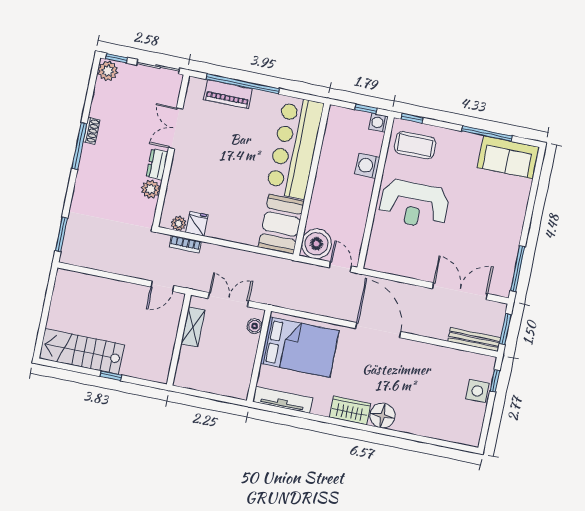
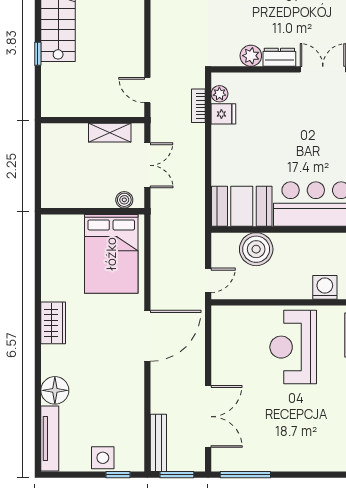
boiler: (316, 244) -> (256, 249), moved
tv unit: (283, 400) -> (50, 438), moved
floor lamp: (382, 416) -> (55, 390), moved

